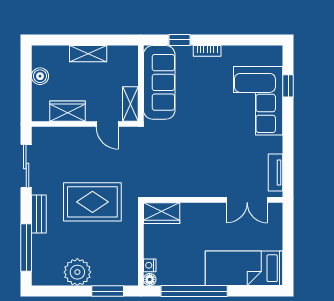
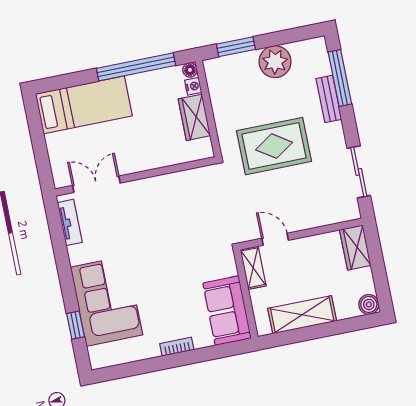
window: (179, 40) -> (211, 353), removed
shelving: (88, 54) -> (302, 315), width x1.50, depth x1.33
boiler: (40, 76) -> (369, 304), moved
sofa: (159, 82) -> (227, 311), width x0.73
wardrobe: (68, 111) -> (355, 247), moved, turned 90
wardrobe: (162, 213) -> (194, 117), moved, turned -90
bench: (39, 214) -> (329, 99), moved

